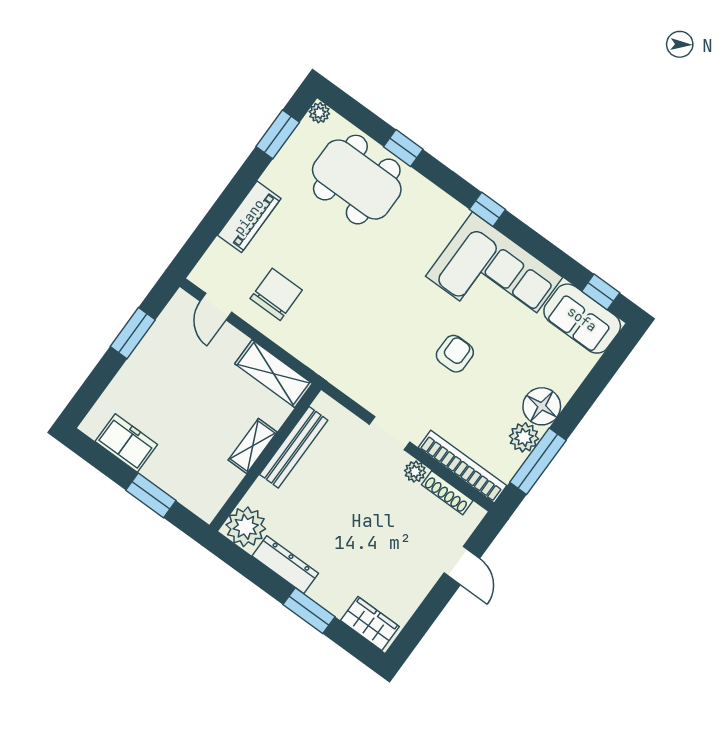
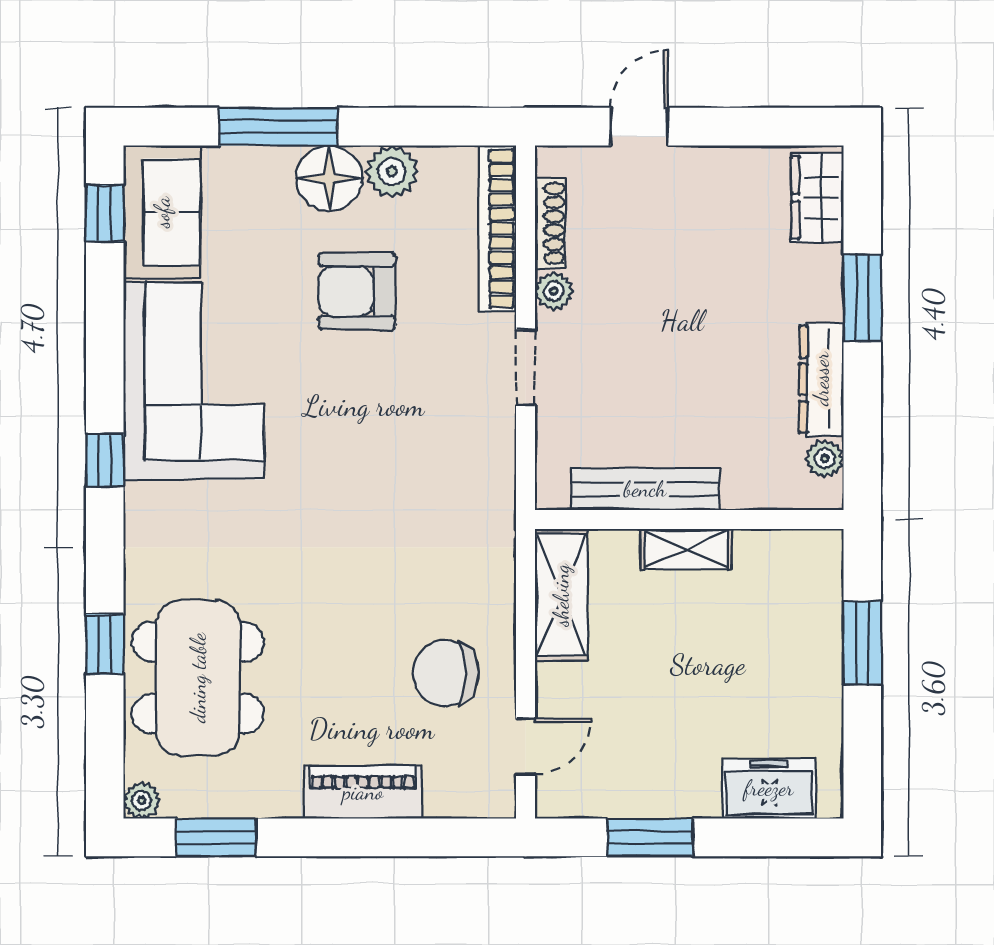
armchair: (455, 354) -> (357, 291), moved, width x1.38, depth x1.38
freezer: (126, 443) -> (769, 788), moved, turned 90
window: (538, 461) -> (278, 127), moved
plant: (246, 527) -> (825, 459), width x0.53, depth x0.53

